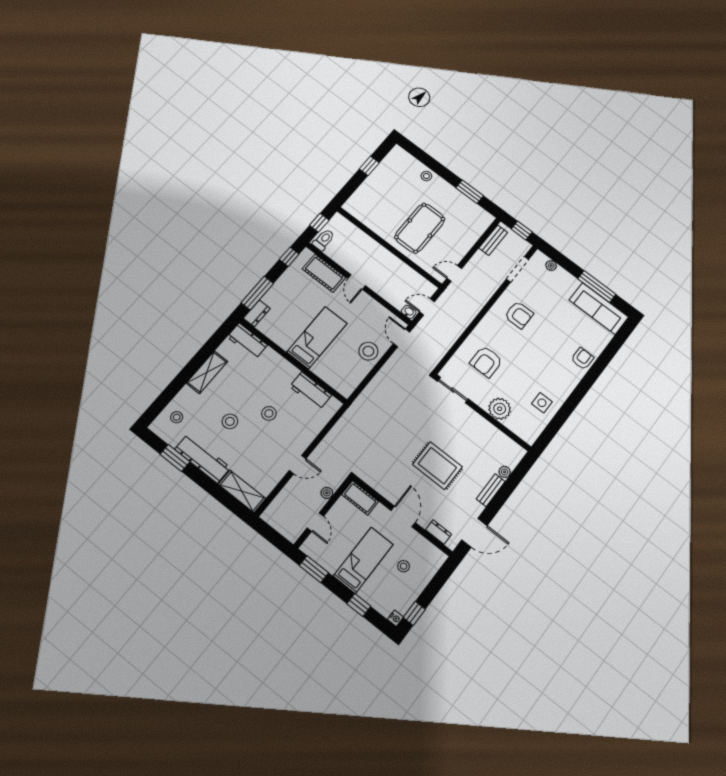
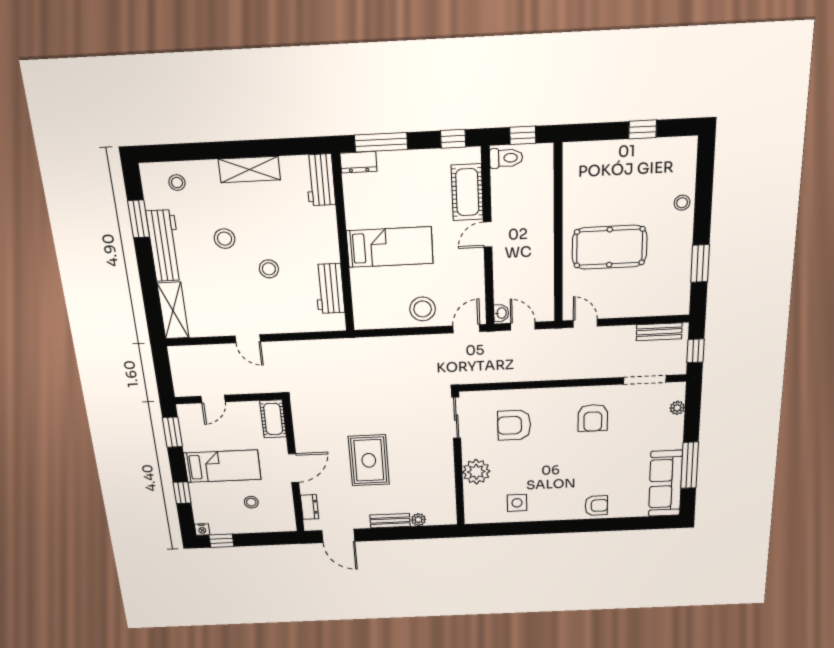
plant: (327, 493) -> (248, 387), removed

